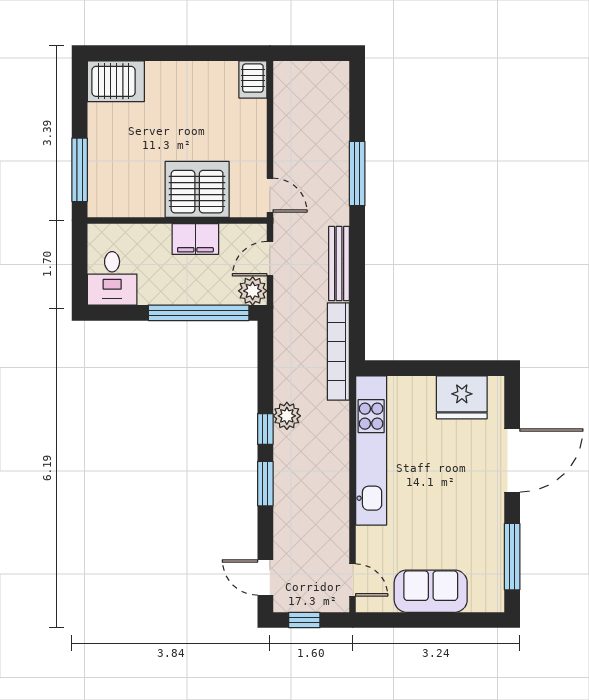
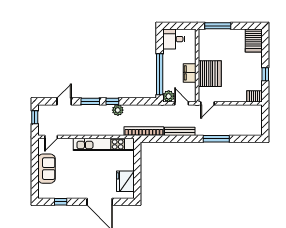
window: (199, 53) -> (265, 74), added
window: (512, 557) -> (61, 202), width x0.46
door: (265, 577) -> (64, 101), moved

